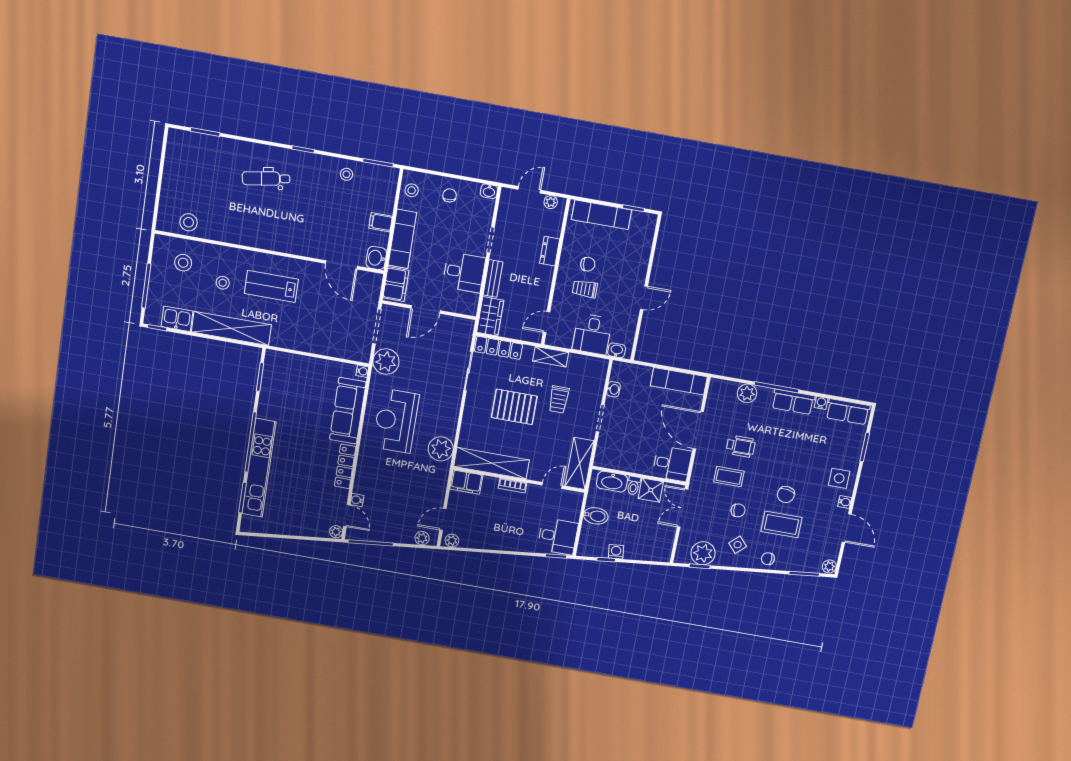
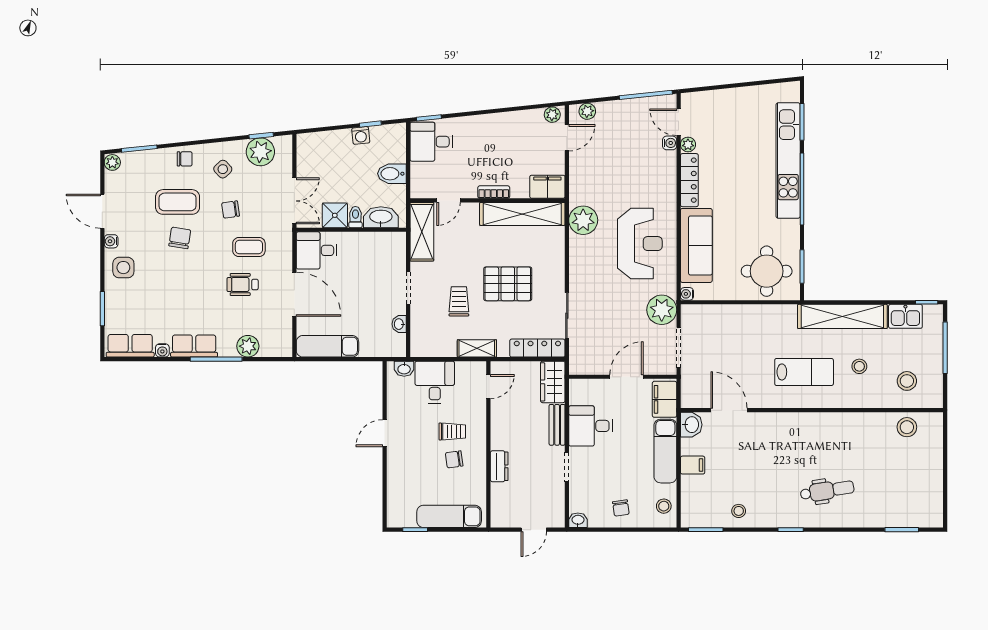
plant: (551, 202) -> (508, 520), removed
round table: (291, 378) -> (767, 271), added
plant: (336, 532) -> (688, 144), moved

